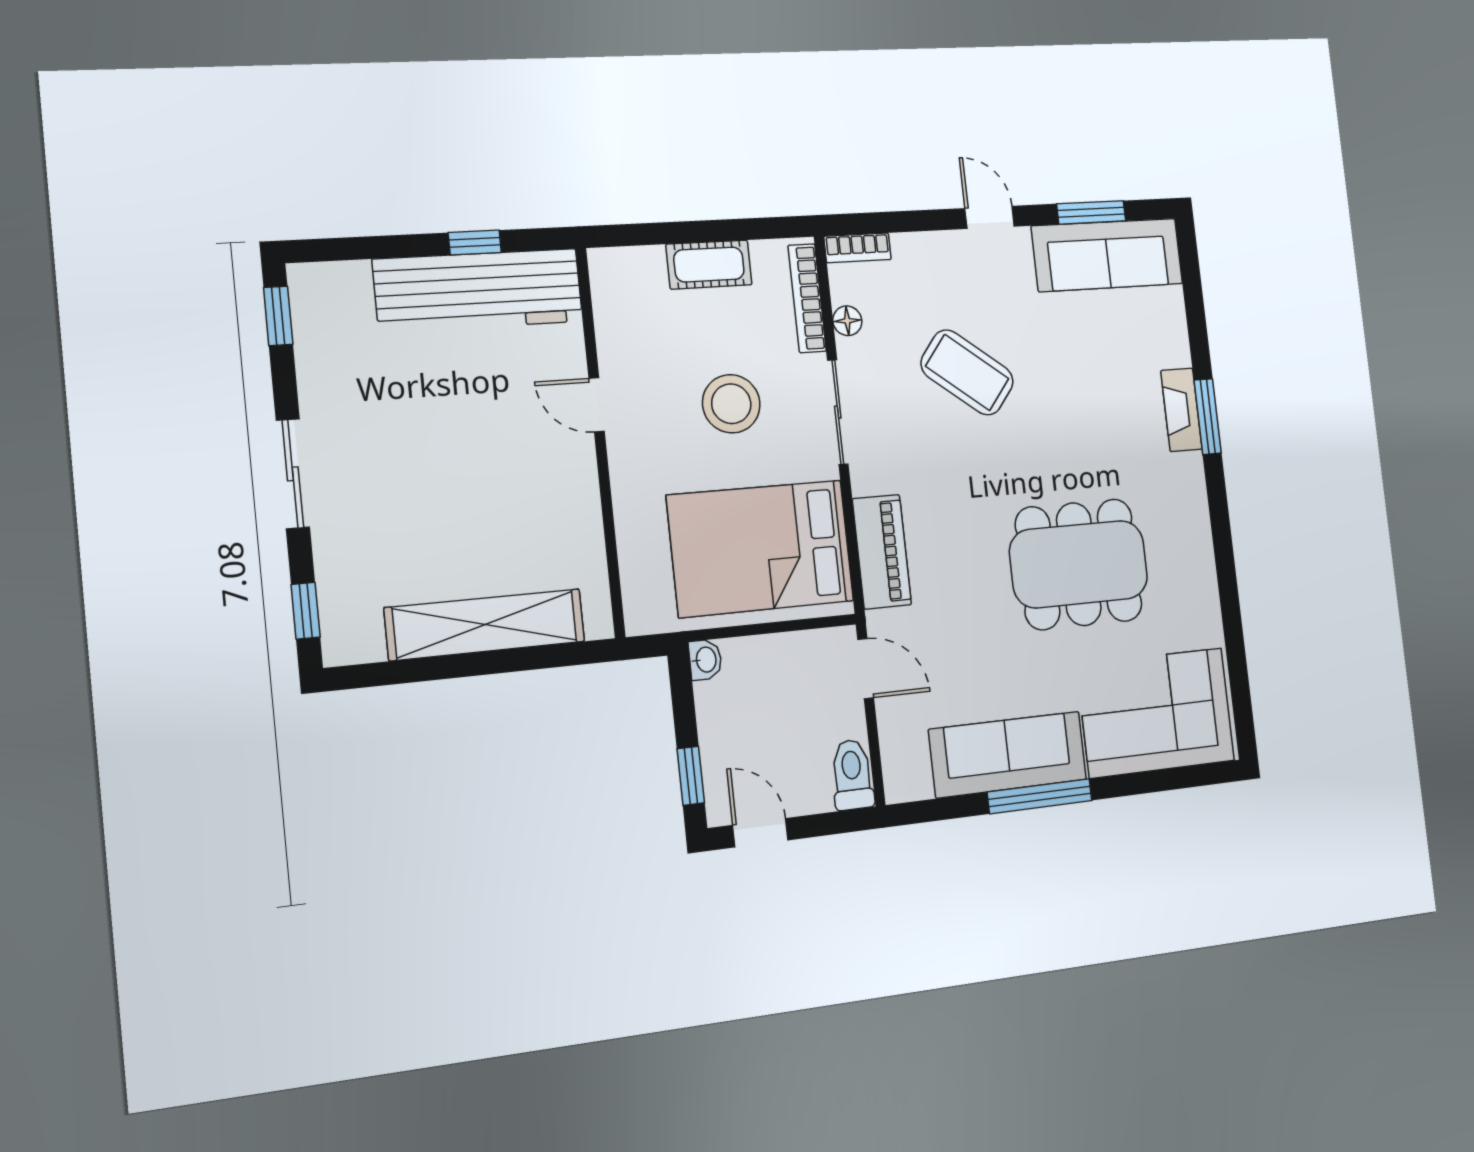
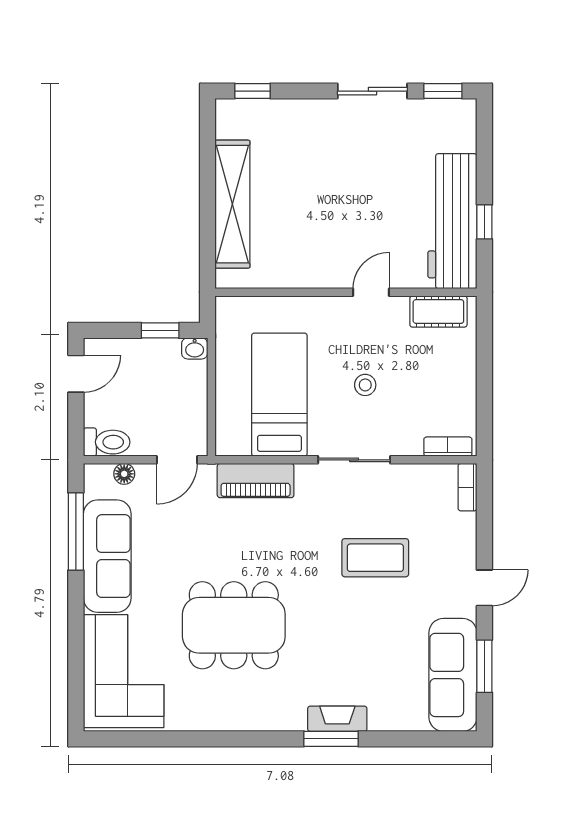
cot: (709, 265) -> (438, 312), moved, turned 90
bookcase: (807, 298) -> (448, 447), width x0.64
floor lamp: (847, 321) -> (124, 474), moved
coffee table: (967, 372) -> (375, 558), turned 52
stool: (731, 404) -> (365, 385), width x0.53, depth x0.53
sliding door: (293, 474) -> (372, 91), moved
bed: (760, 548) -> (279, 395), width x0.67
dining table: (1079, 564) -> (234, 625), turned 90
window: (691, 776) -> (160, 330), moved
window: (1040, 796) -> (76, 532), moved

